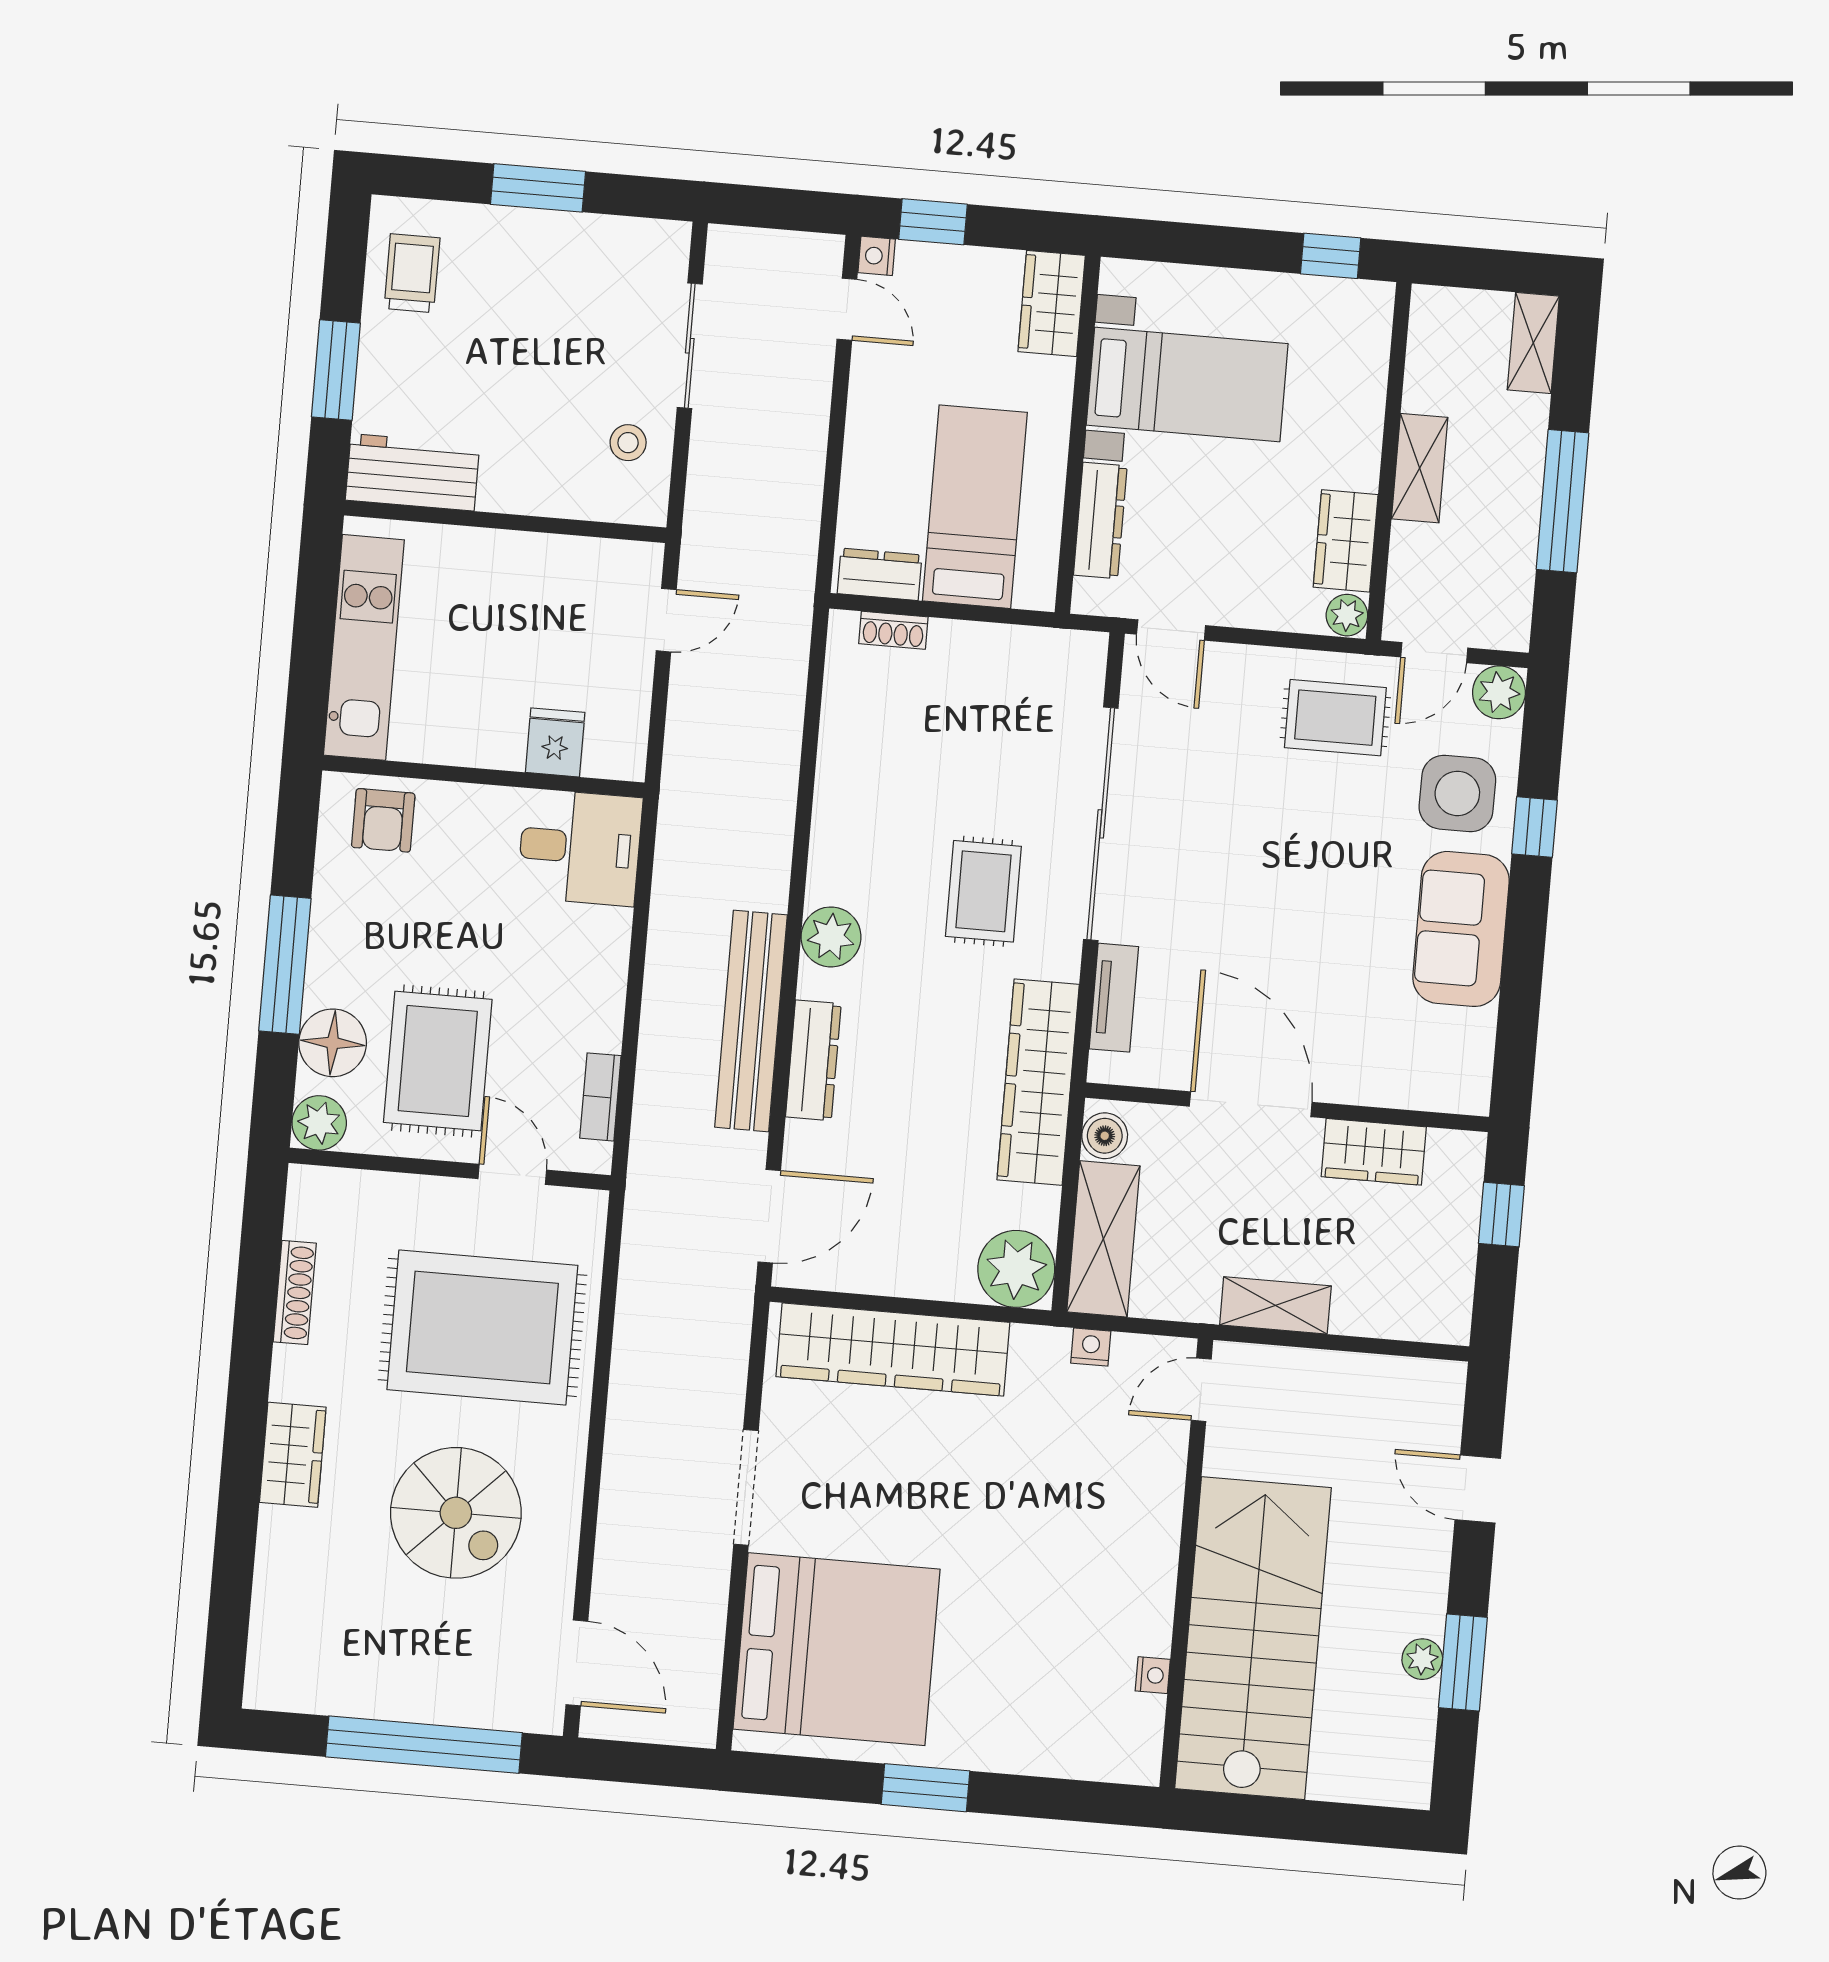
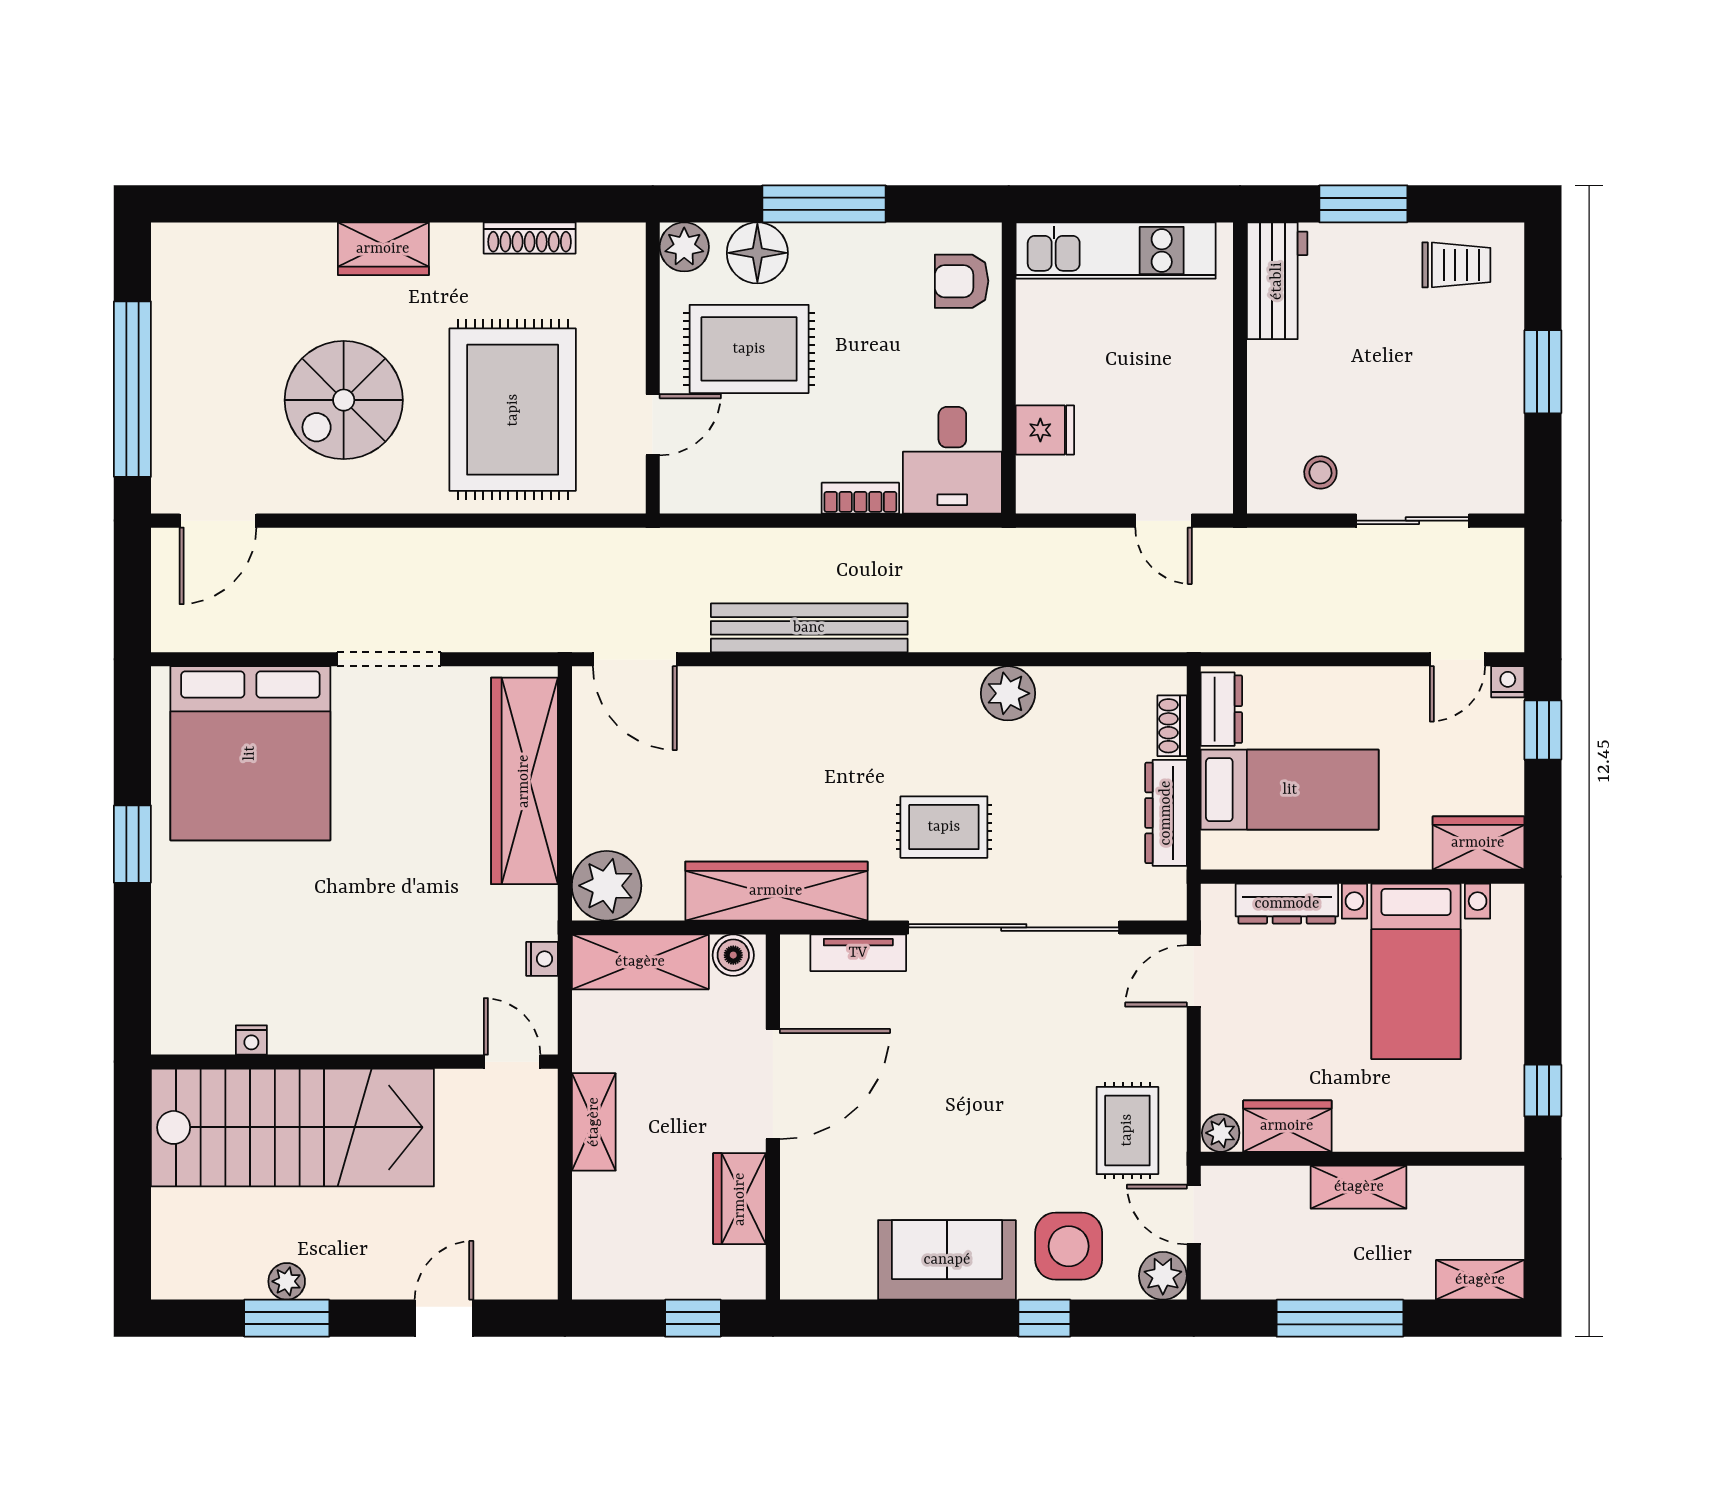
plant: (831, 937) -> (1008, 693), moved
dresser: (813, 1060) -> (1166, 813), moved, turned 90
bookcase: (600, 1097) -> (860, 498), moved

